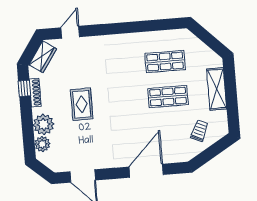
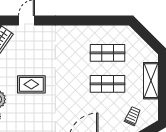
rug: (82, 104) -> (31, 84), turned 90

